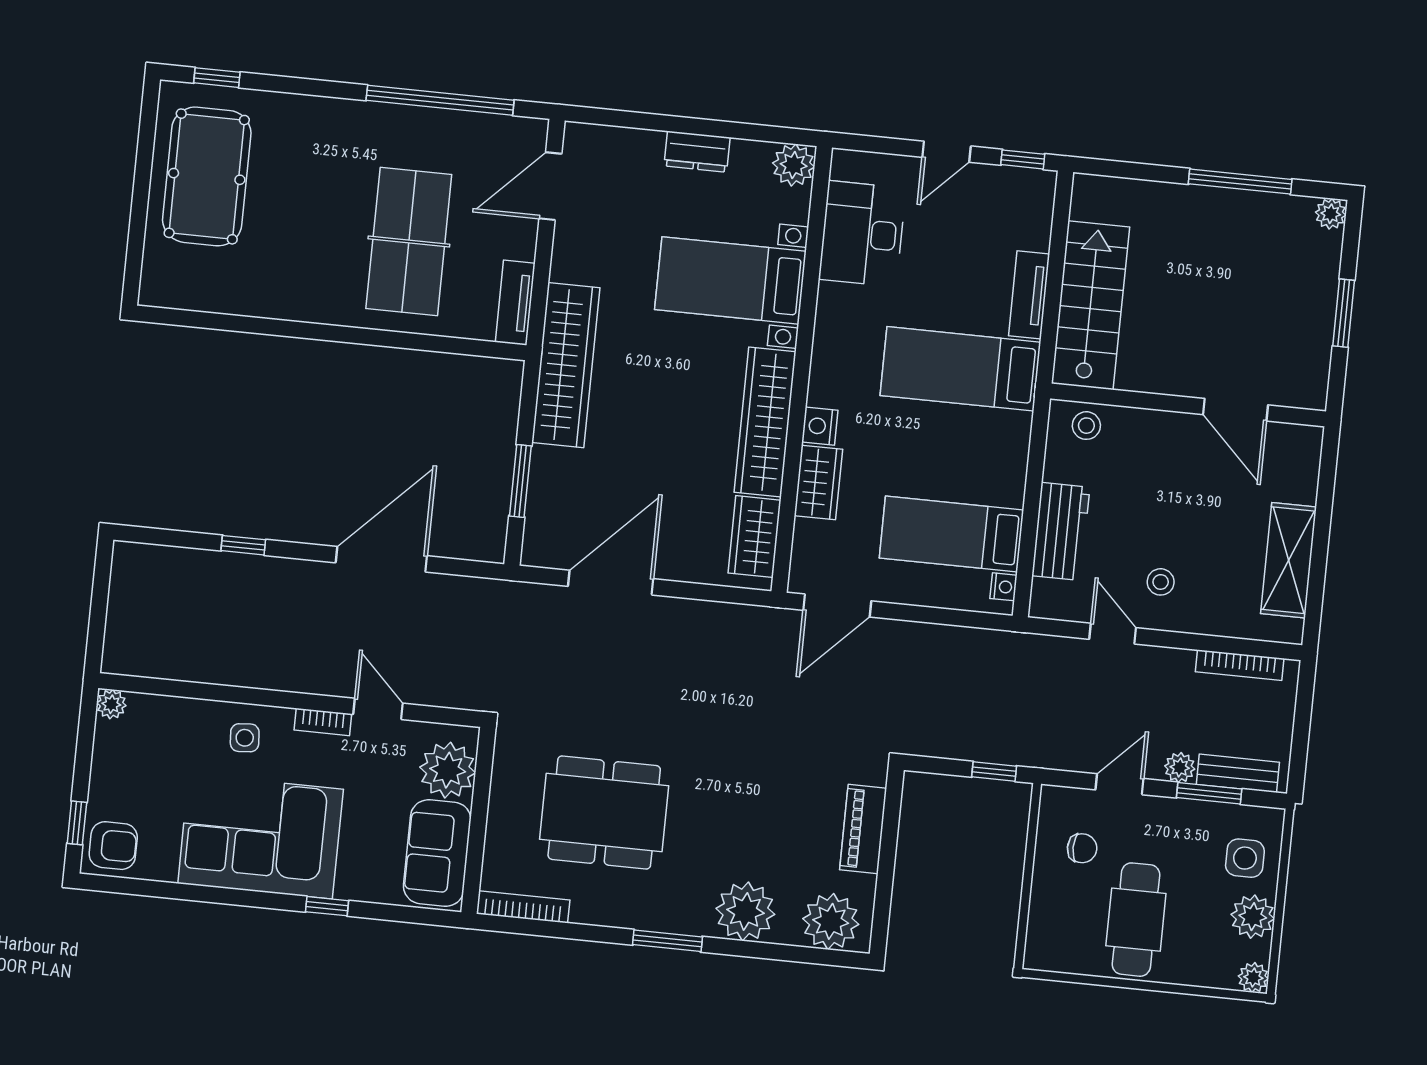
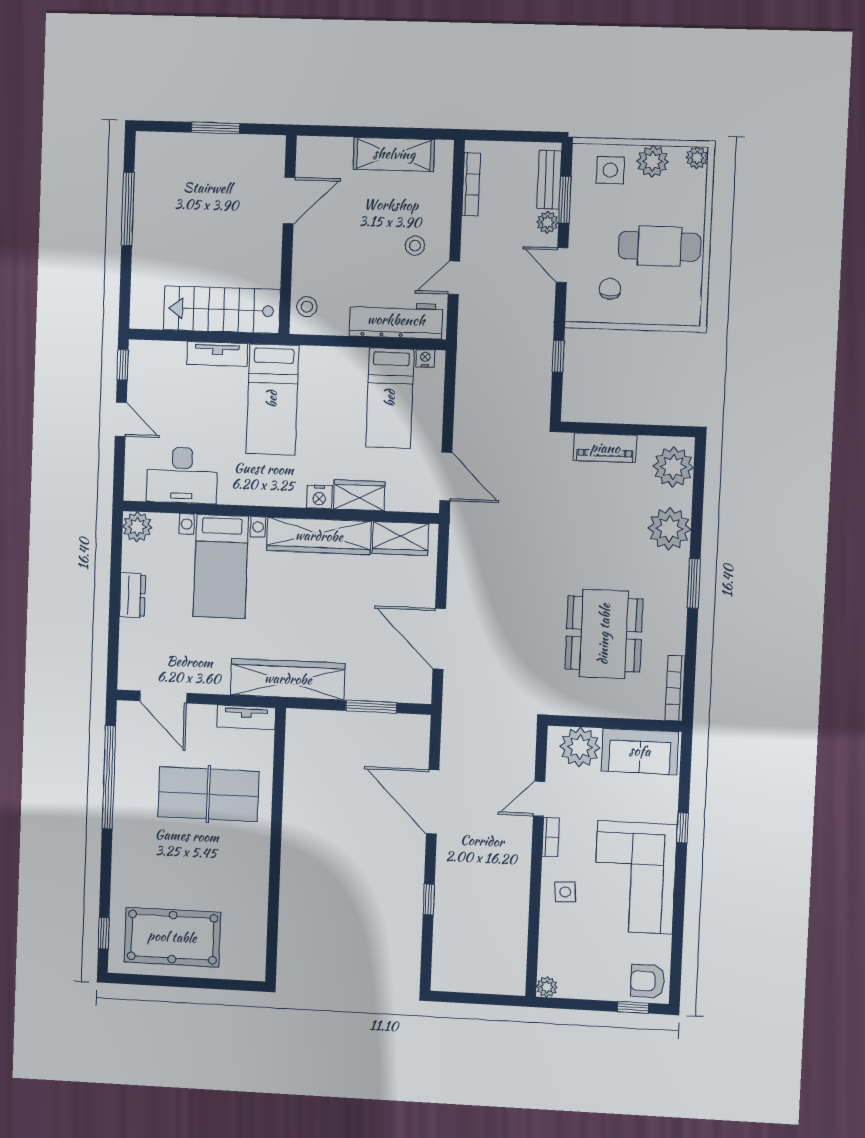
plant: (1331, 214) -> (146, 143), removed
workbench: (1061, 531) -> (396, 320), width x1.38
armchair: (113, 846) -> (648, 981), turned -90

